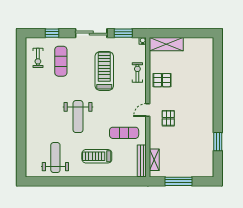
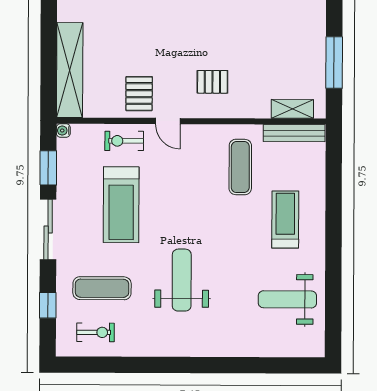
shelving: (166, 44) -> (70, 70), width x1.47
treadmill: (104, 71) -> (121, 205), turned -90
door: (148, 110) -> (168, 121), moved
weight bench: (78, 117) -> (182, 280), moved, turned -90
treadmill: (97, 156) -> (285, 220), turned 180

